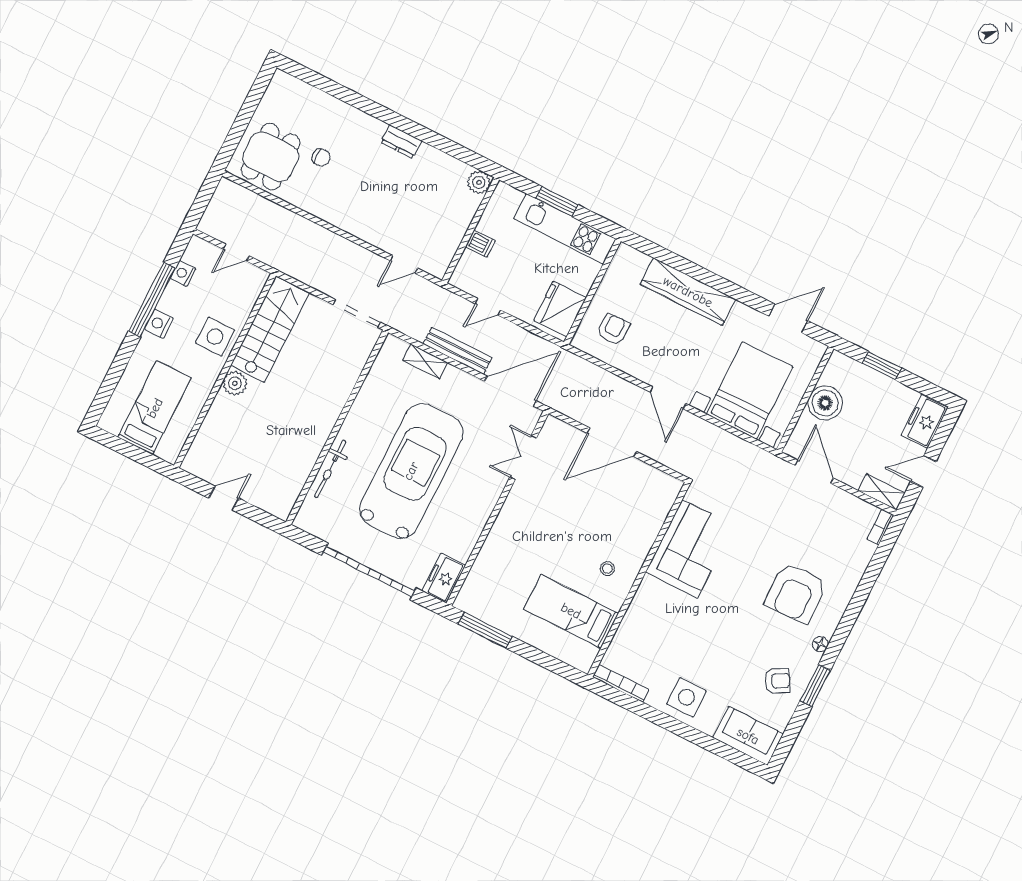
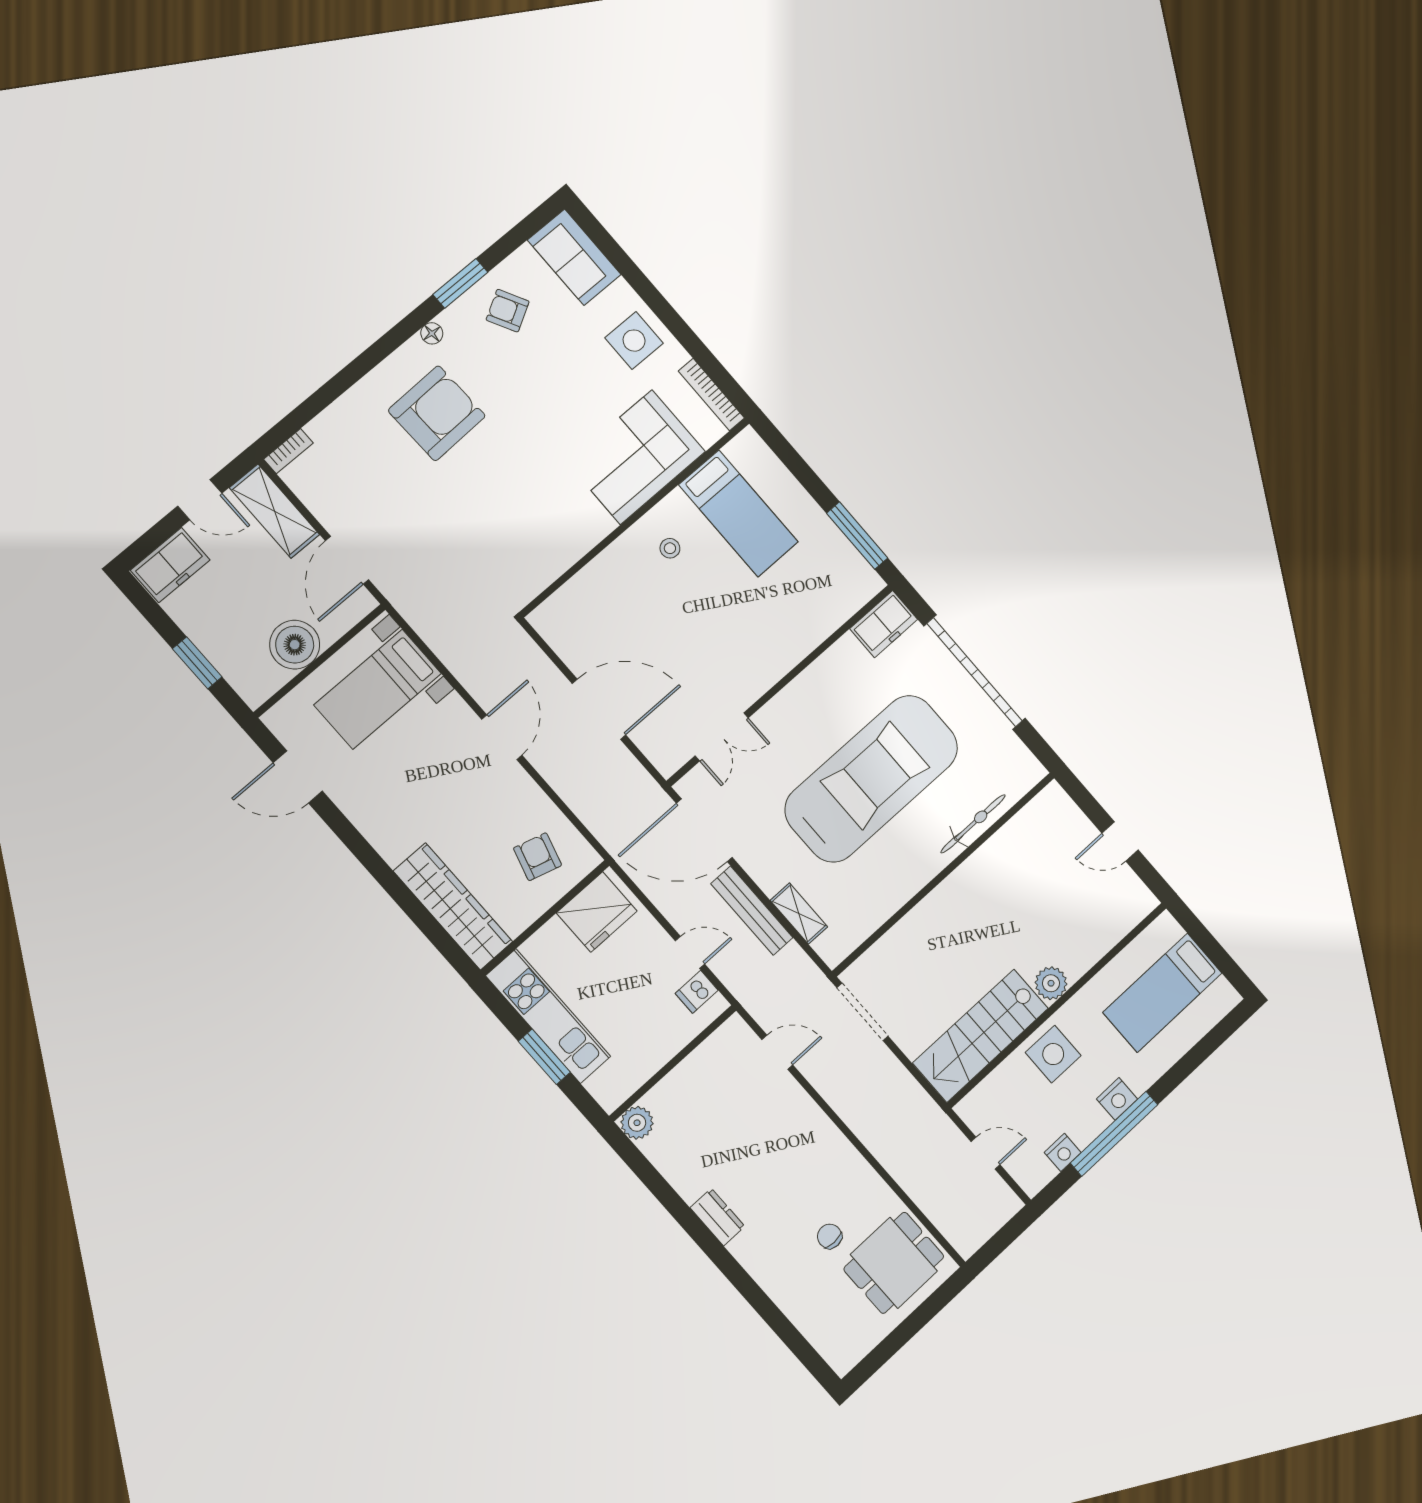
dishwasher: (480, 244) -> (697, 992), moved, turned -90
wardrobe: (688, 292) -> (453, 906), moved
armchair: (613, 329) -> (538, 857), turned 106
bed with nightstands: (749, 390) -> (378, 689), width x0.73
car: (411, 471) -> (872, 779), turned 180
shelving: (881, 492) -> (274, 511), width x1.50, depth x1.33
corner sofa: (690, 549) -> (636, 457), moved

